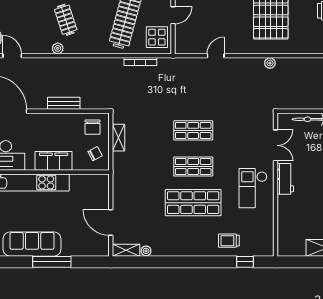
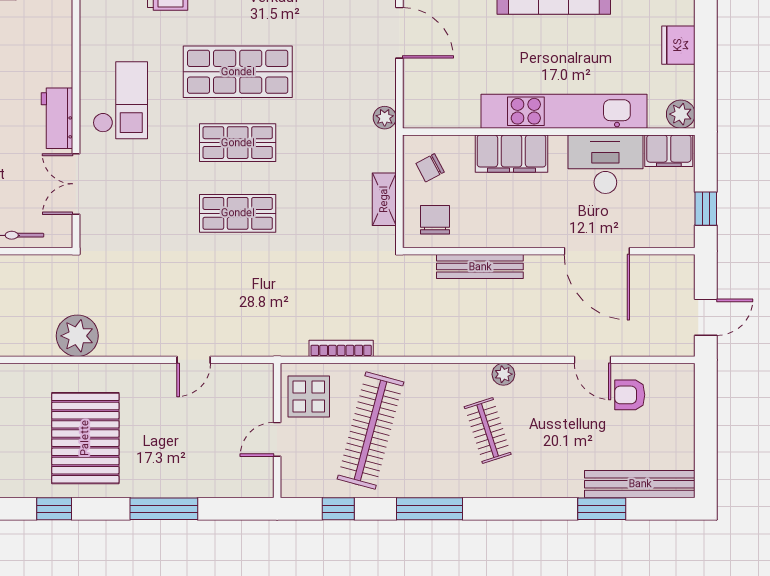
plant: (270, 63) -> (77, 336), width x1.88, depth x1.88
bench: (64, 103) -> (480, 267), width x1.36
plant: (118, 179) -> (385, 118), added

